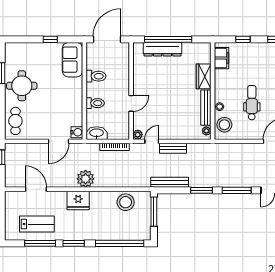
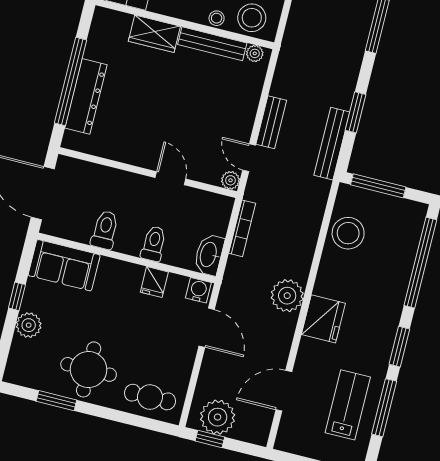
plant: (37, 49) -> (29, 325), added
fridge: (75, 108) -> (154, 282), added
plant: (14, 158) -> (218, 417), added
window: (202, 190) -> (356, 112), moved

